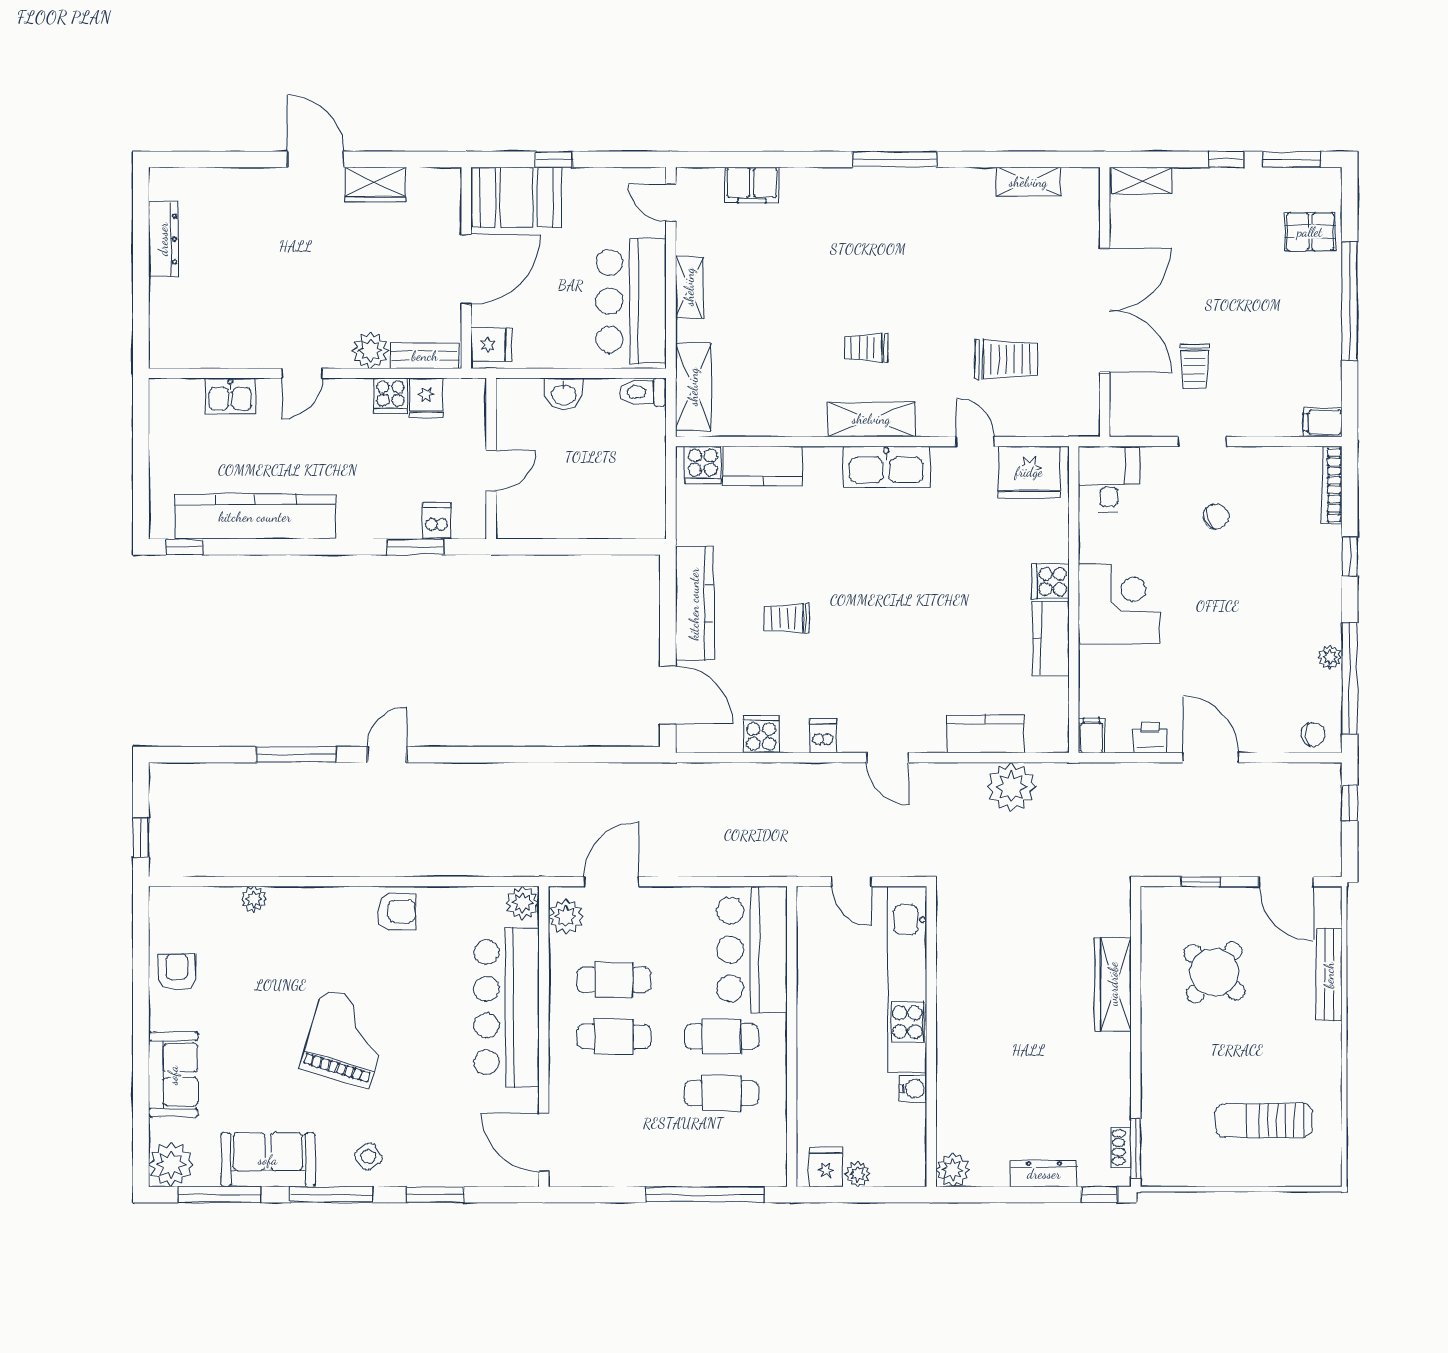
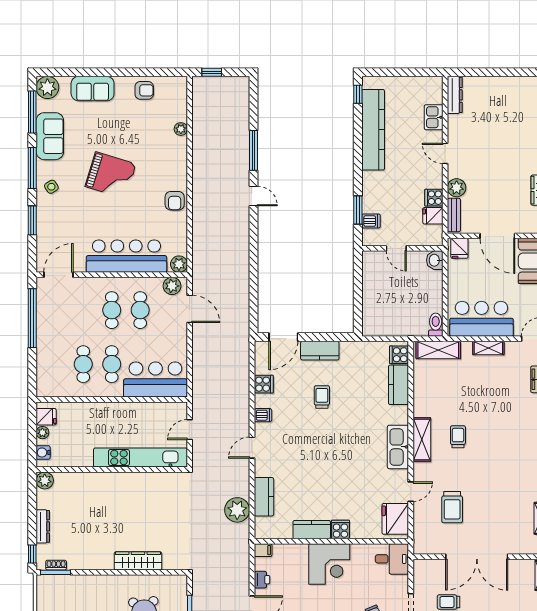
dresser: (163, 239) -> (455, 95), moved, turned -90
washbasin: (564, 394) -> (435, 260), moved
kitchen counter: (694, 604) -> (320, 351), width x0.67
water cooler: (913, 1089) -> (43, 452), moved, turned 90
window: (705, 1195) -> (32, 318), moved

